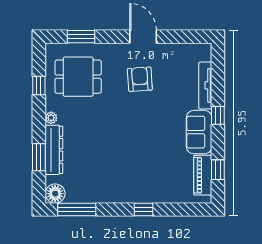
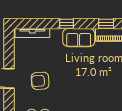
tv unit: (205, 85) -> (32, 33), moved

